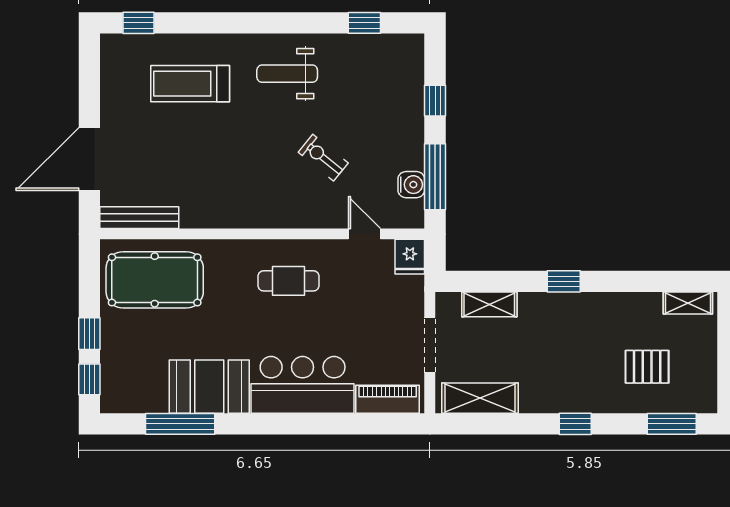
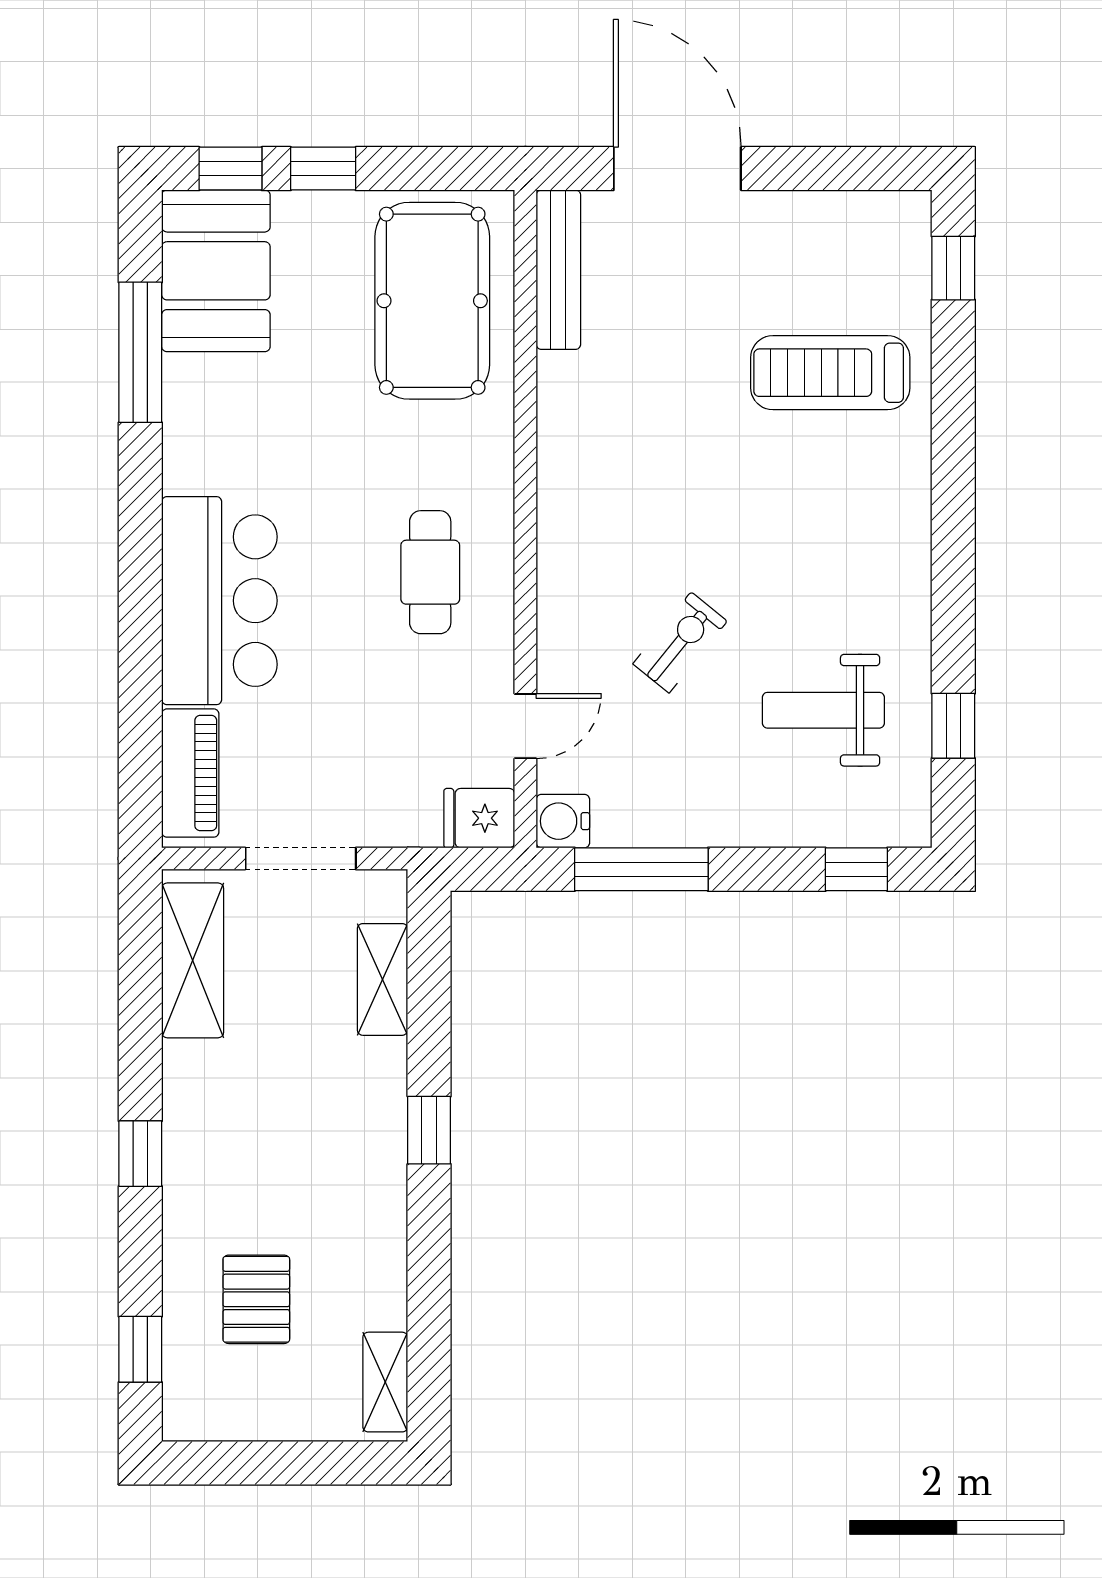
weight bench: (287, 74) -> (823, 710), moved, turned -90
treadmill: (190, 84) -> (830, 373), turned -90
window: (435, 101) -> (856, 869), moved
water cooler: (411, 185) -> (563, 821), moved, turned 90
booth: (209, 387) -> (216, 271), moved
window: (672, 424) -> (140, 1349), width x0.67

